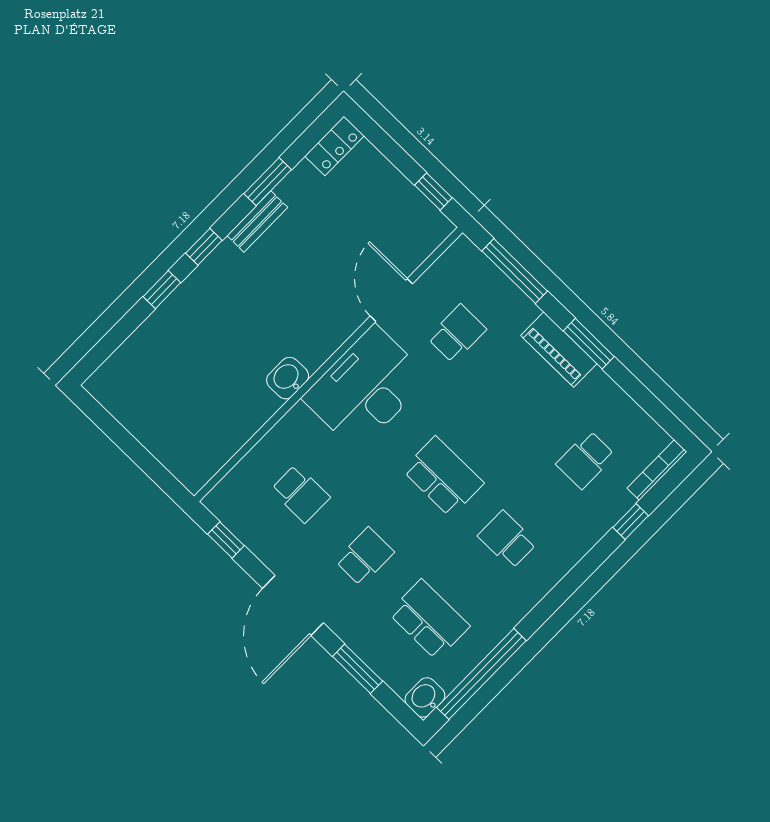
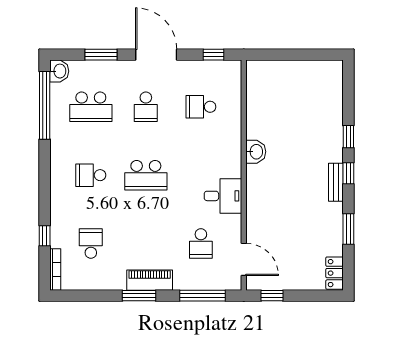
bench: (257, 222) -> (336, 182), moved
door: (391, 300) -> (244, 259), moved
desk: (366, 388) -> (223, 196), width x0.53, depth x0.77
school desk: (507, 540) -> (91, 175), turned 180

